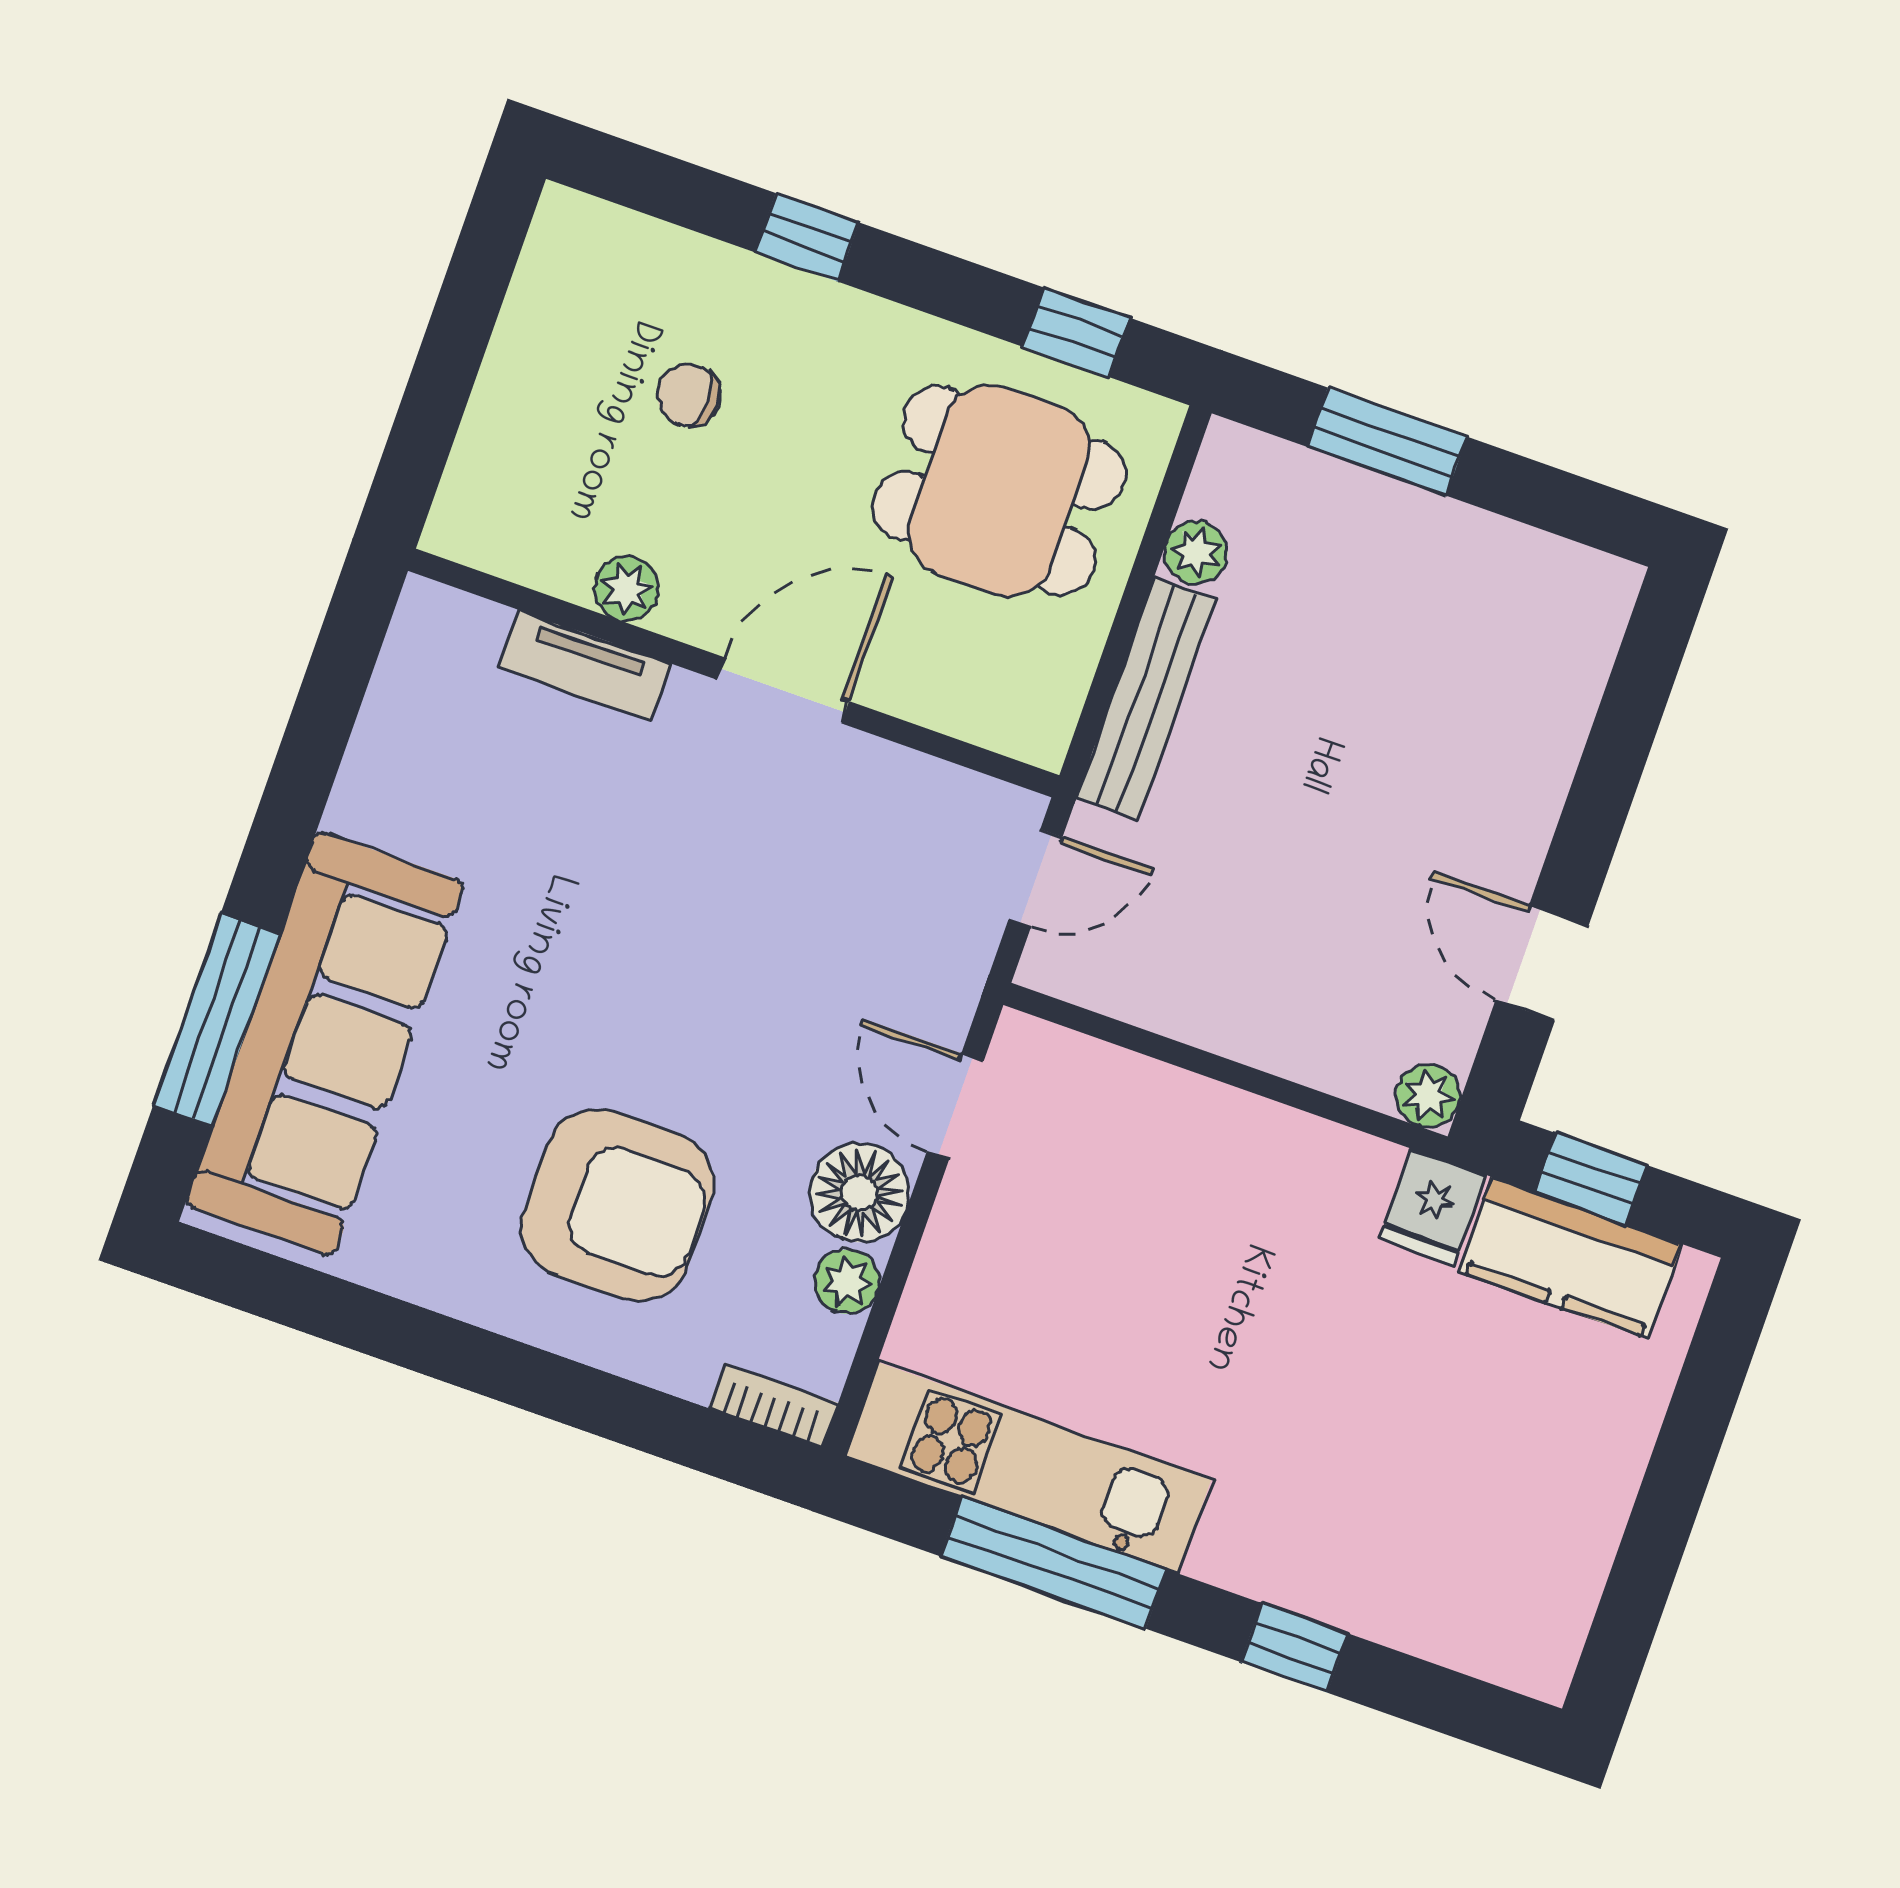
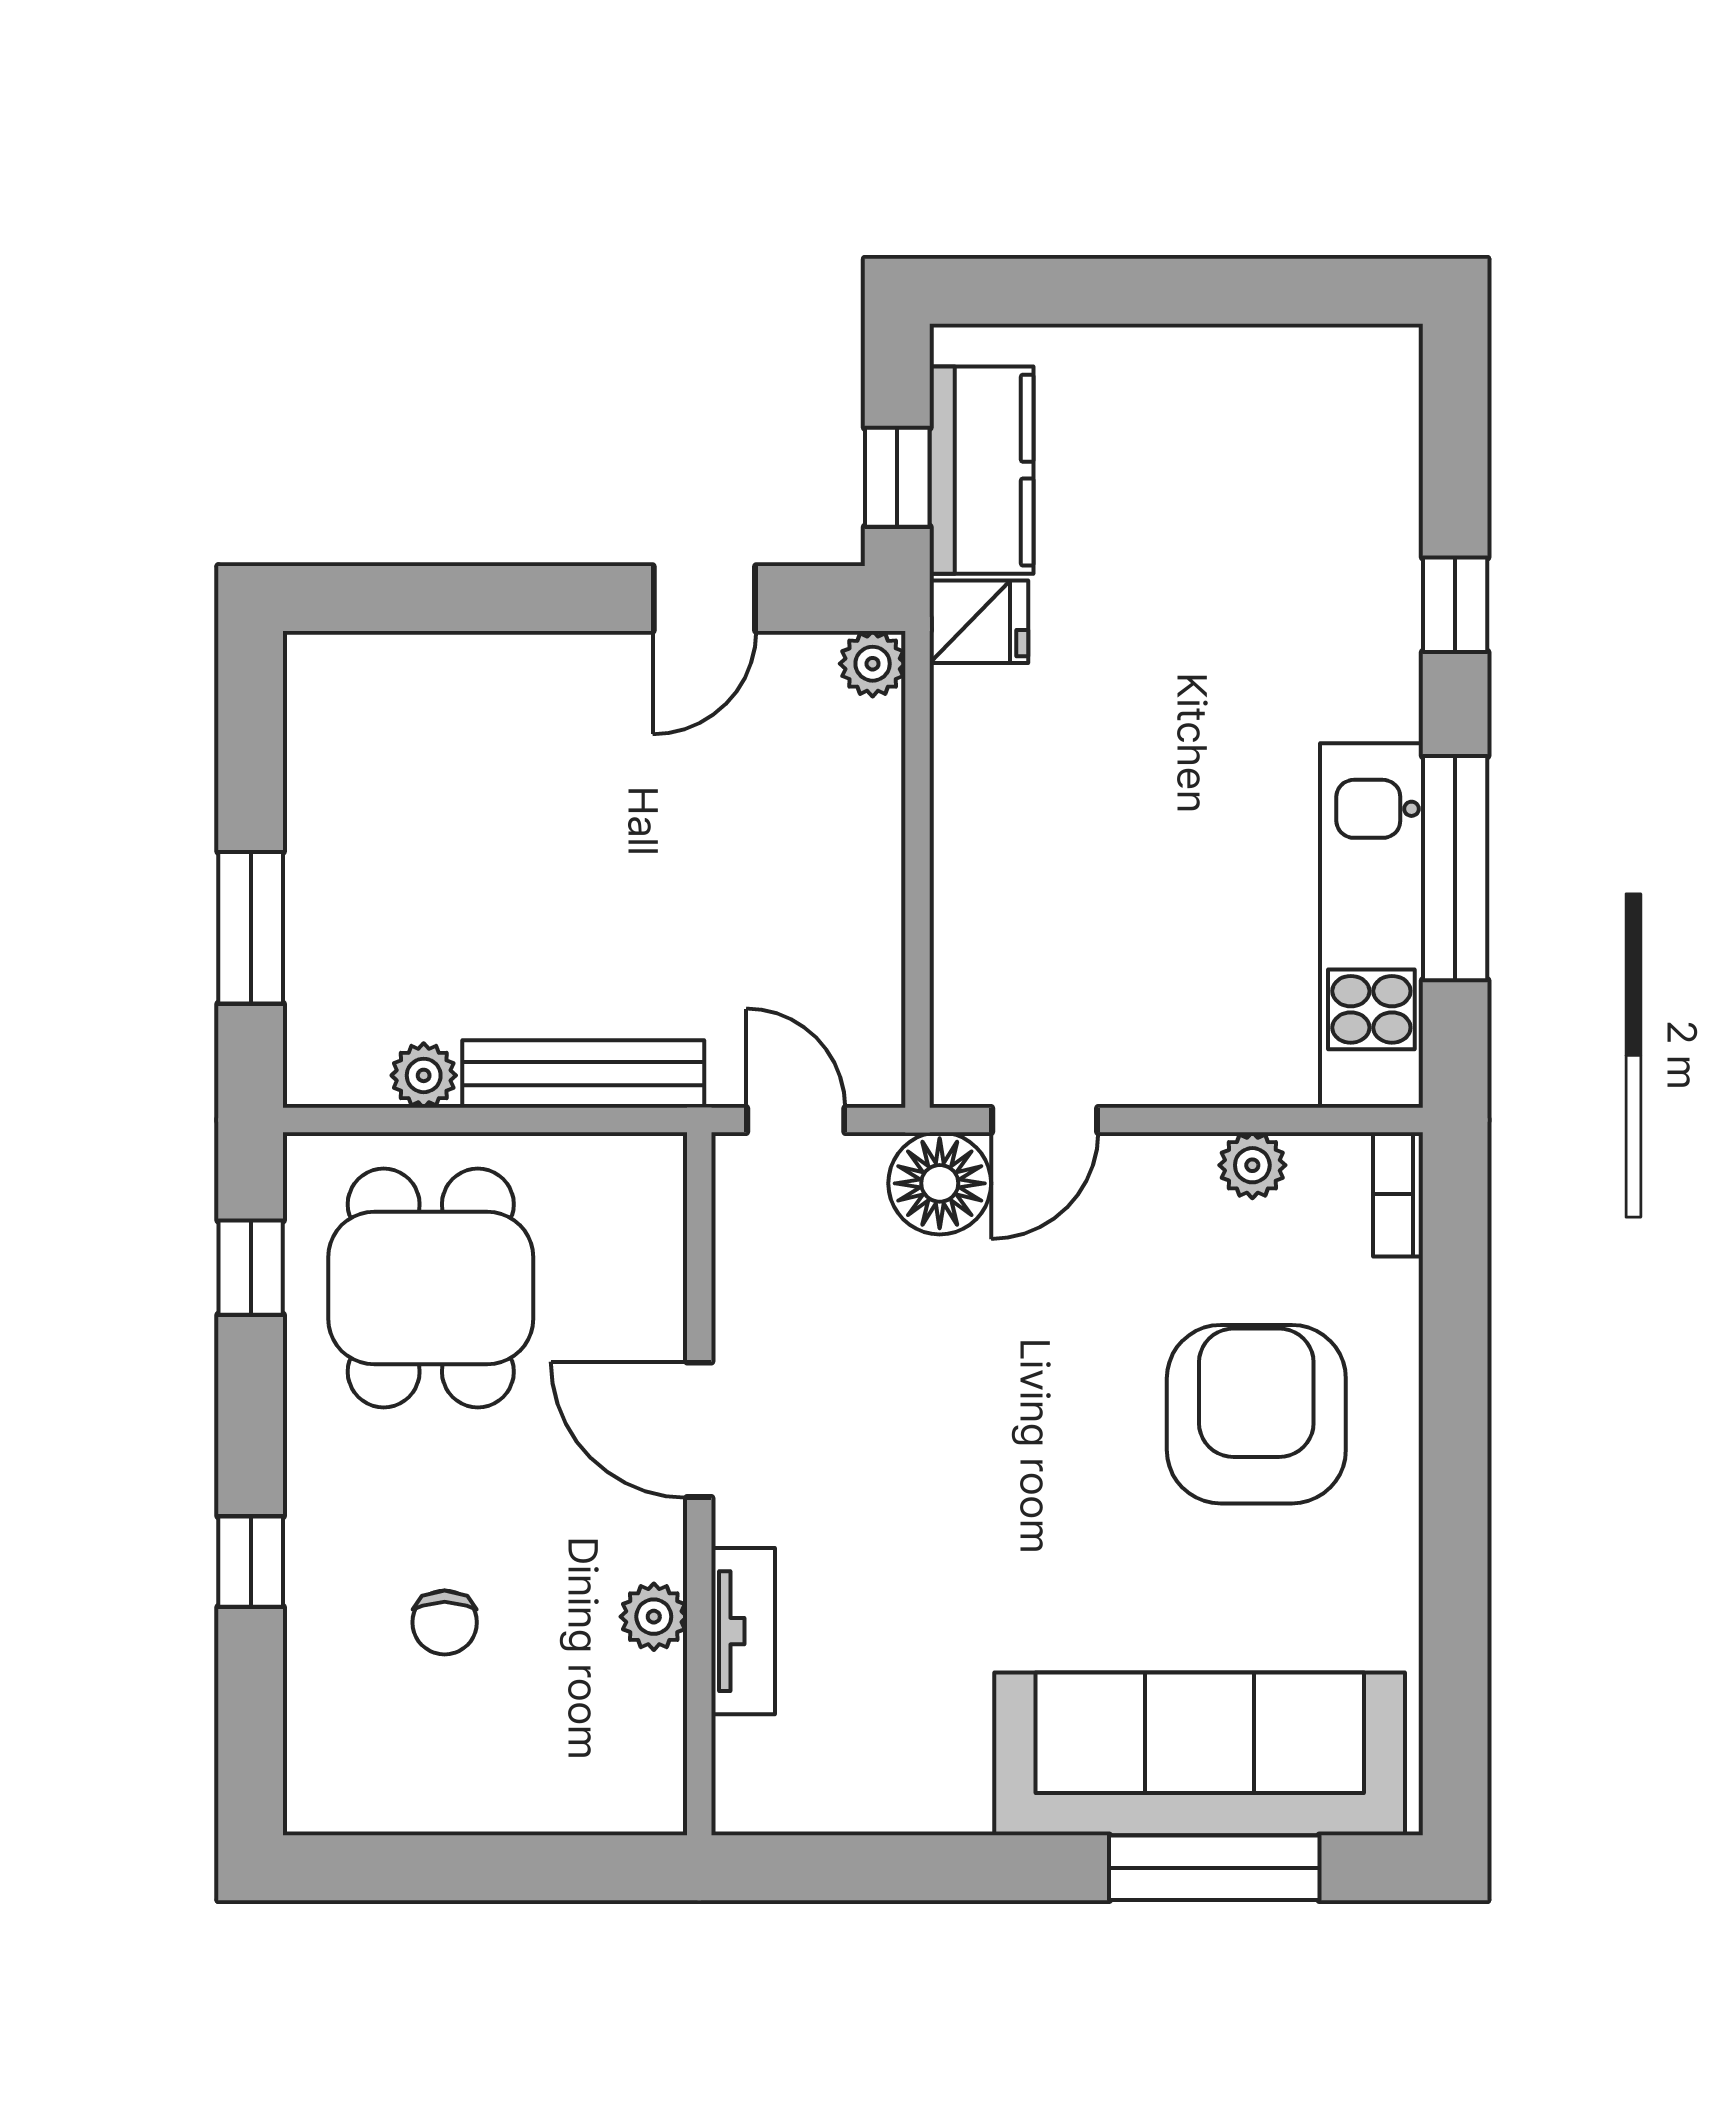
floor lamp: (860, 1193) -> (940, 1183), moved

